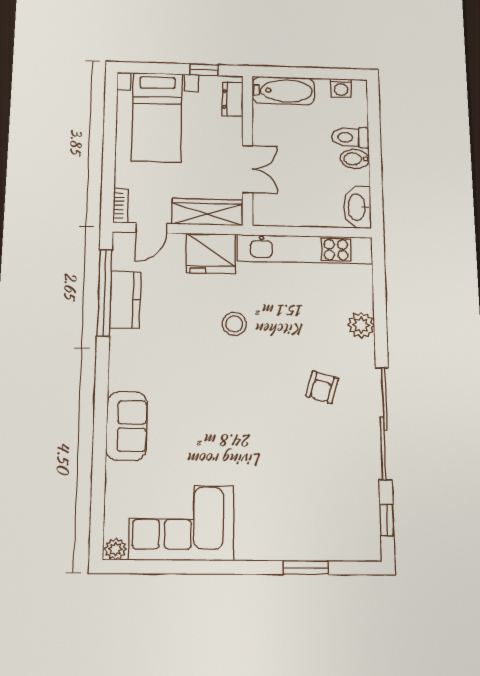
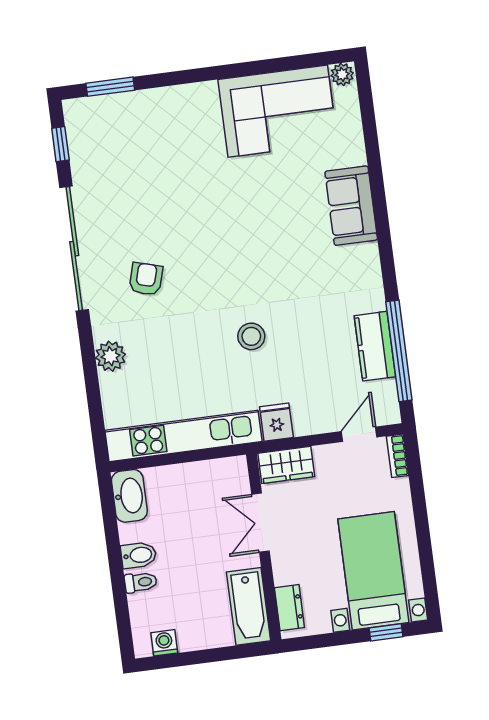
window: (204, 70) -> (386, 632), moved
bathtub: (283, 91) -> (248, 606), moved, turned -90
toilet: (350, 137) -> (141, 582), width x0.73, depth x0.72
wardrobe: (207, 212) -> (286, 465), width x0.67
fridge: (211, 253) -> (276, 422), width x0.53, depth x0.75
window: (306, 568) -> (110, 87), moved

